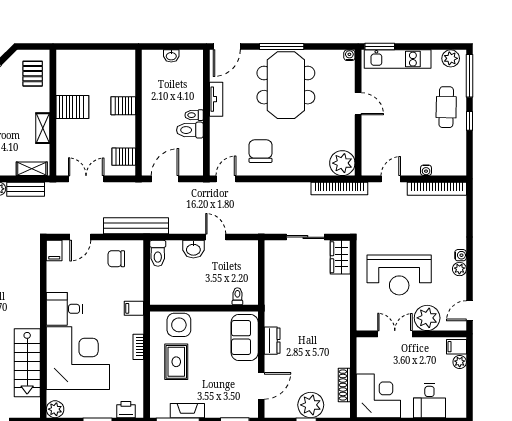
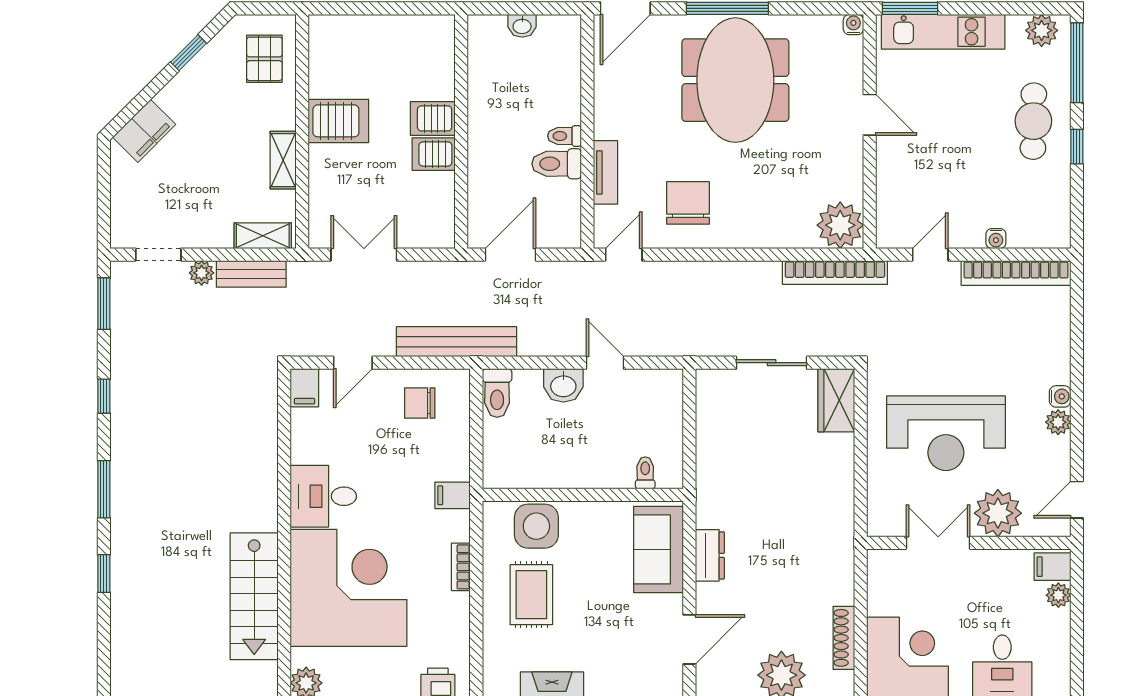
tv unit: (216, 99) -> (605, 172), moved
server rack: (124, 157) -> (434, 154), moved

